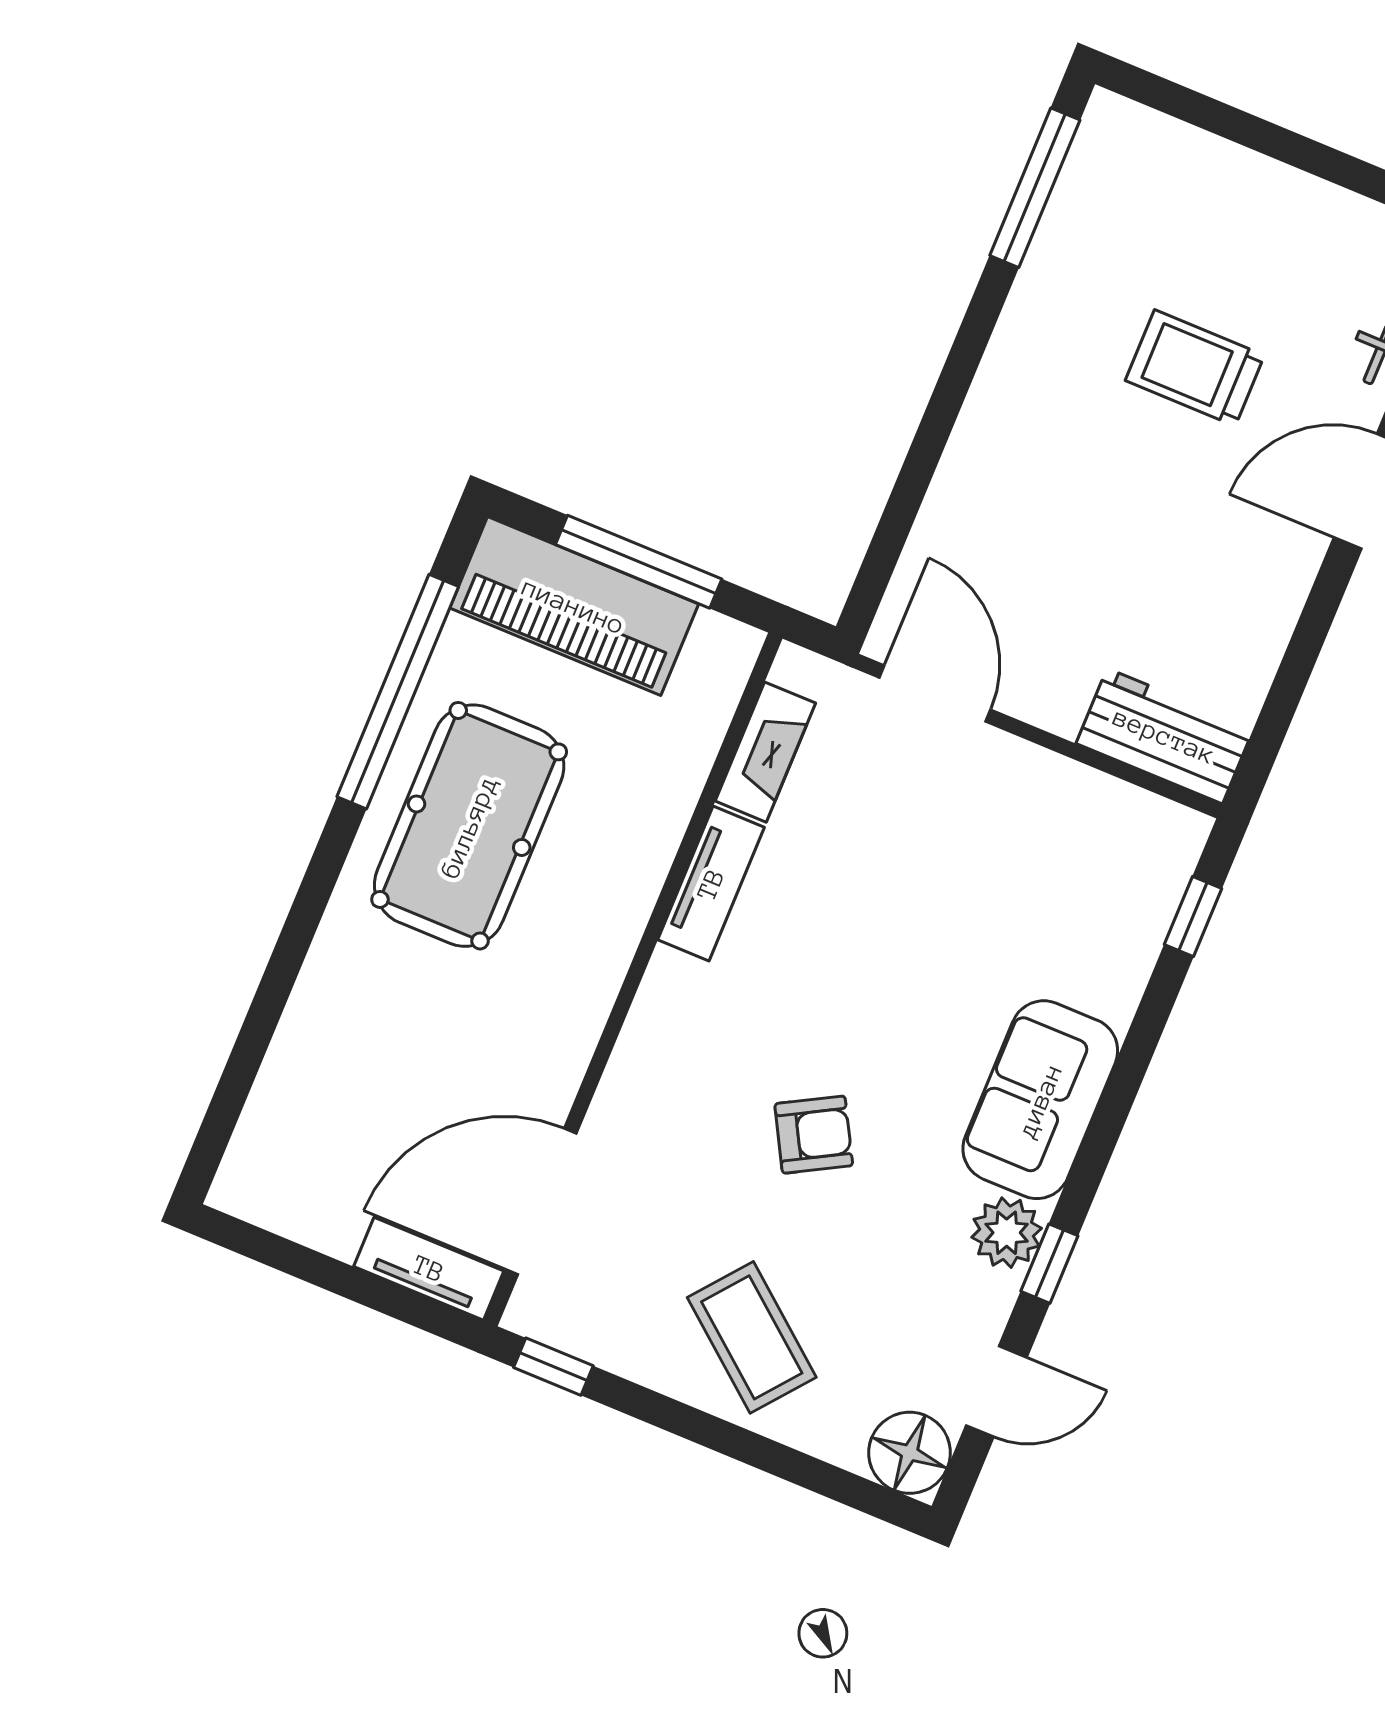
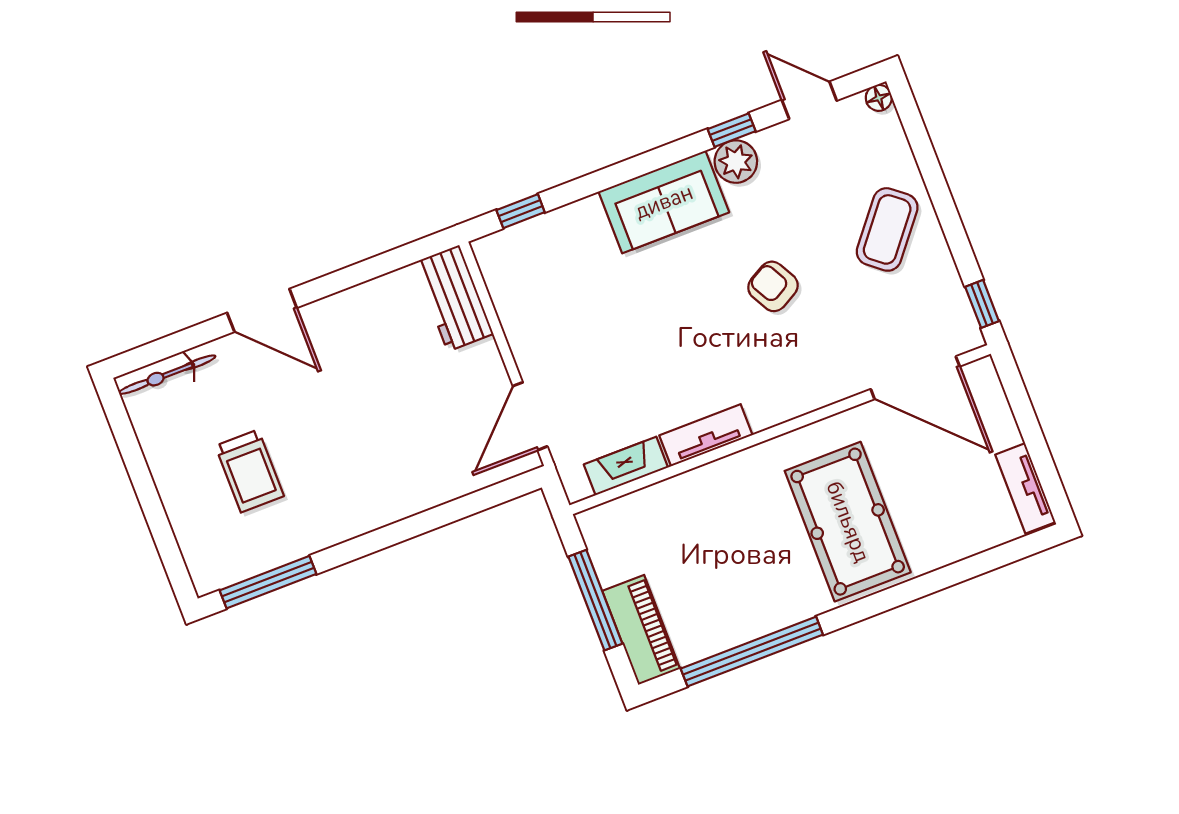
trolley: (1195, 368) -> (250, 471), moved
piano: (574, 606) -> (641, 630), width x0.73, depth x0.75
pool table: (469, 826) -> (848, 522), moved, turned 90
tv unit: (429, 1269) -> (1025, 488), moved
floor lamp: (910, 1453) -> (879, 98), width x0.53, depth x0.53

